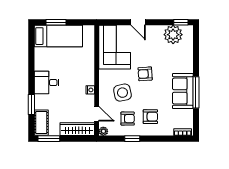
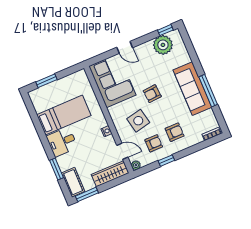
bed: (58, 36) -> (64, 115), moved
sofa: (183, 91) -> (192, 89), width x1.36

